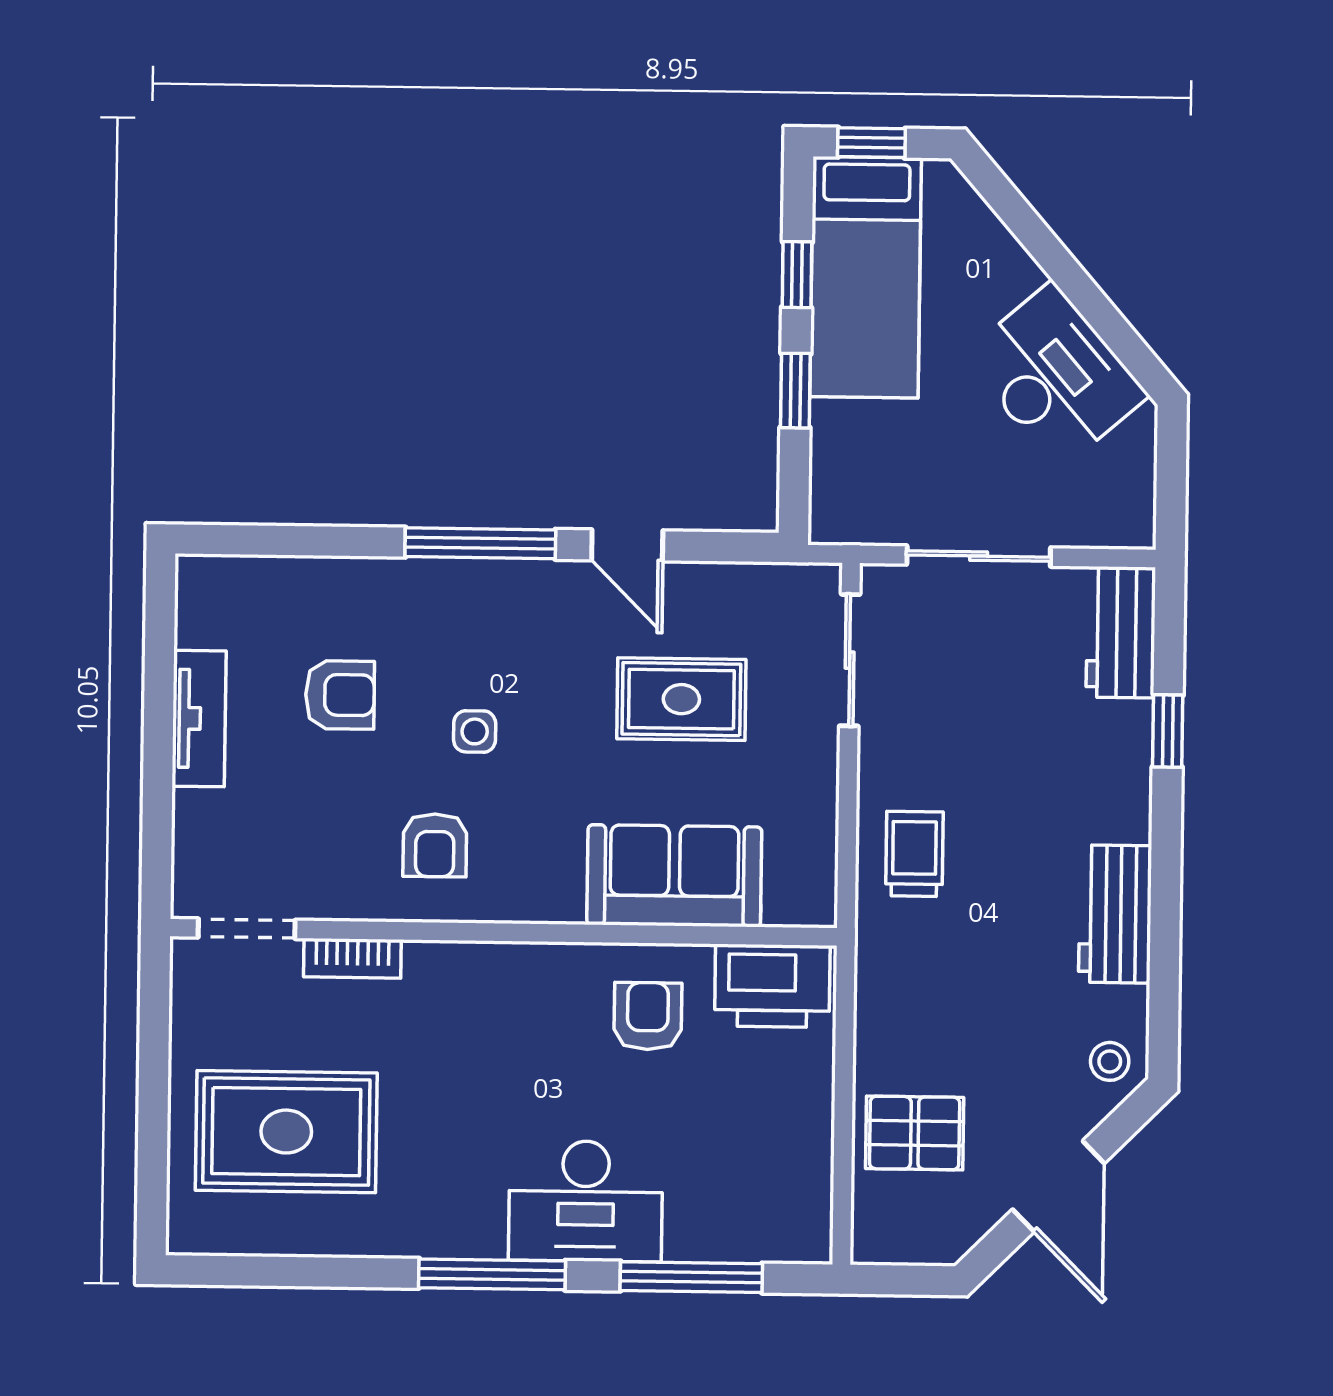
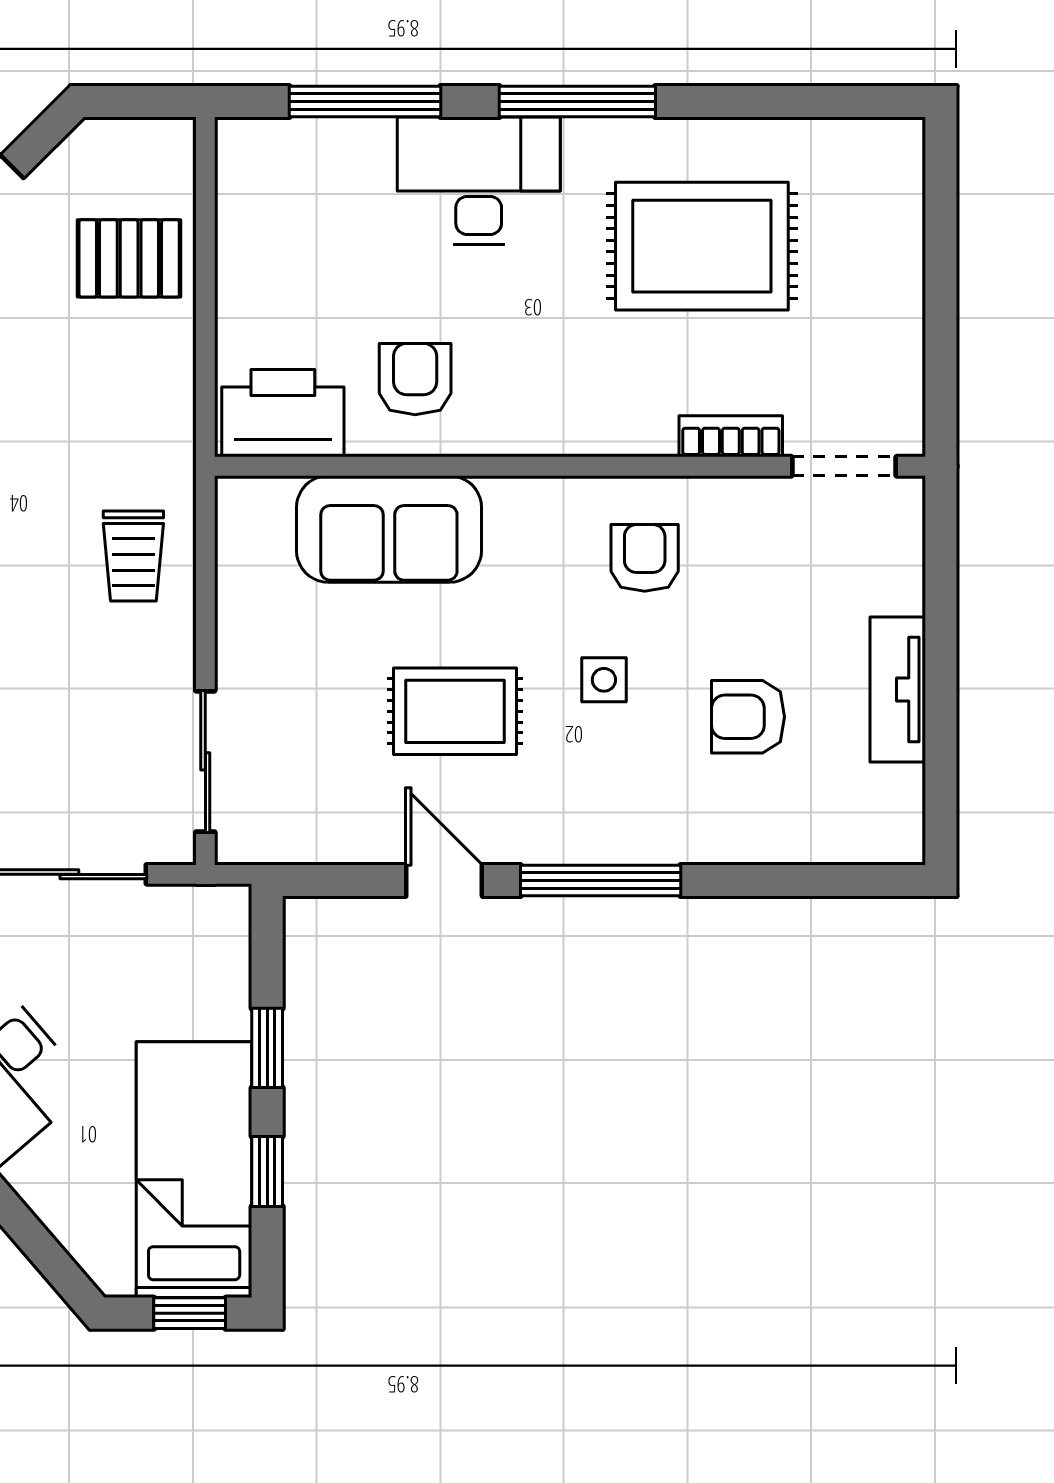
rug: (681, 699) -> (455, 711), moved
armchair: (648, 1016) -> (415, 379), turned 180
rug: (286, 1132) -> (702, 246), moved

